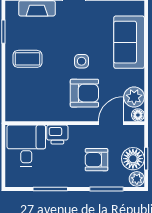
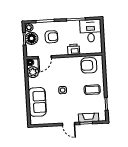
armchair: (84, 93) -> (89, 65), moved
desk: (26, 146) -> (91, 31), moved, turned 180

